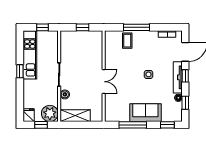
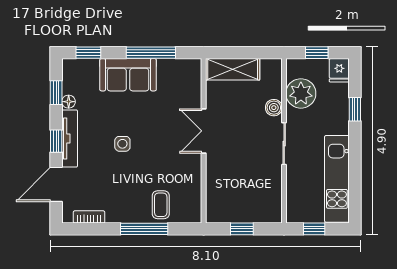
window: (20, 71) -> (355, 109), moved
plant: (50, 113) -> (301, 93), moved
shelving: (75, 116) -> (233, 69), moved

